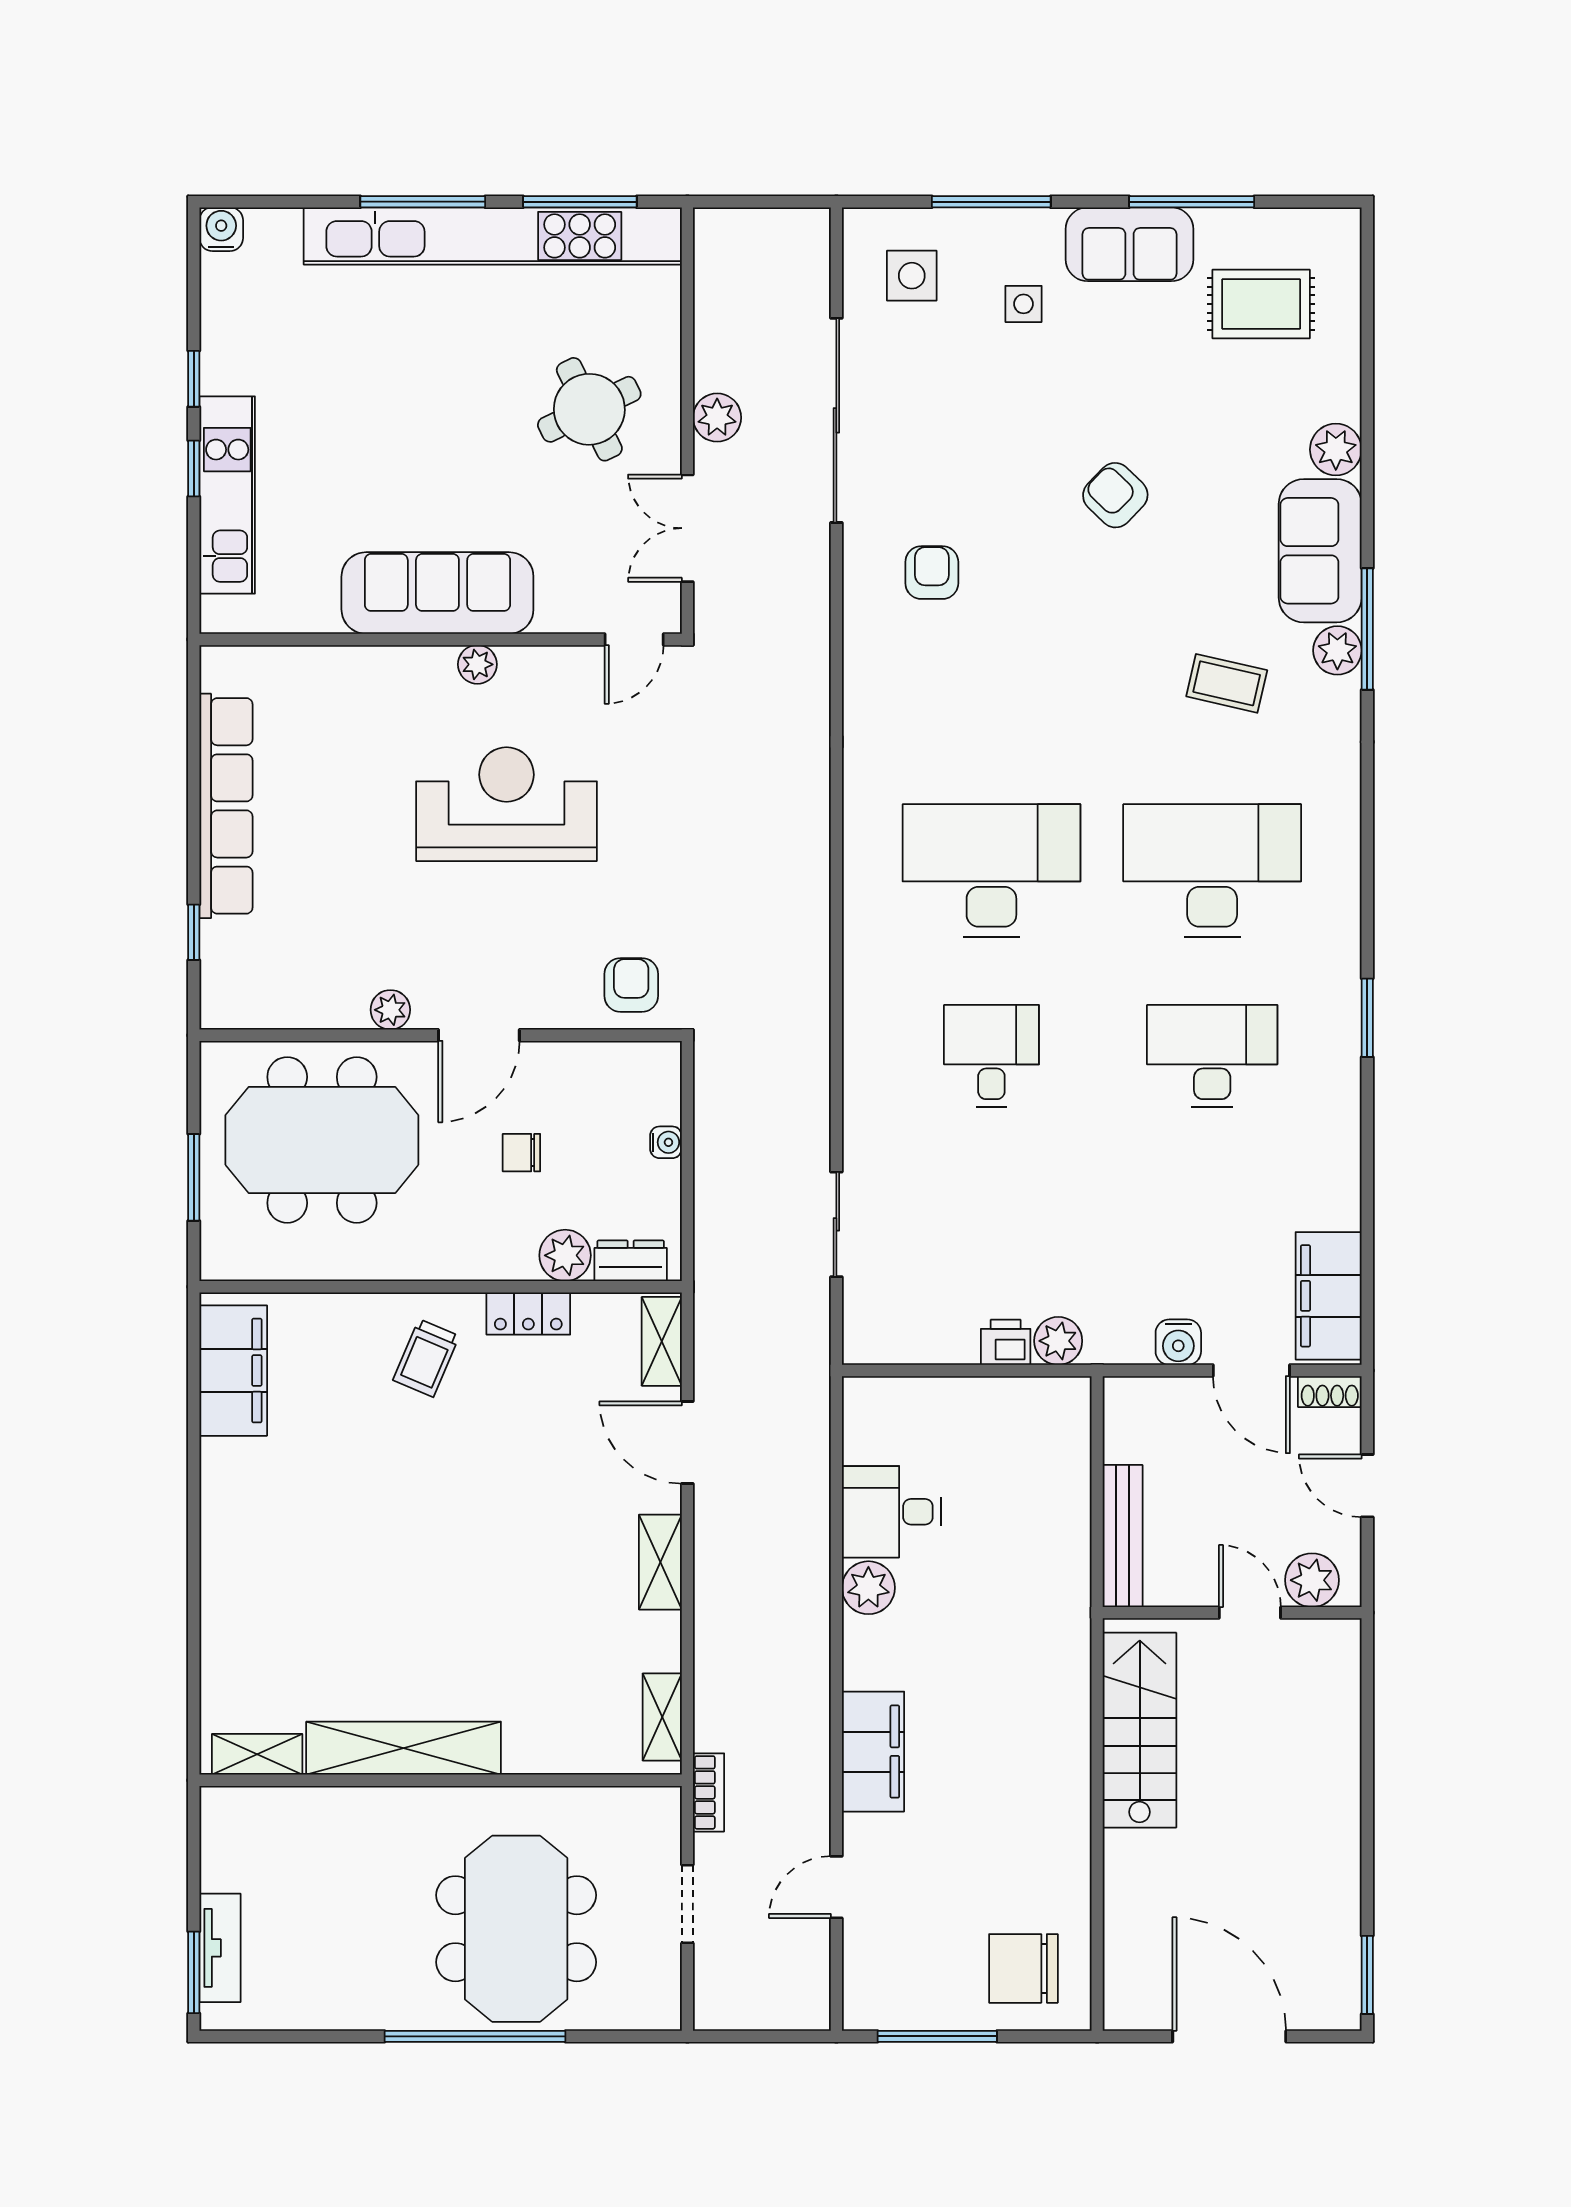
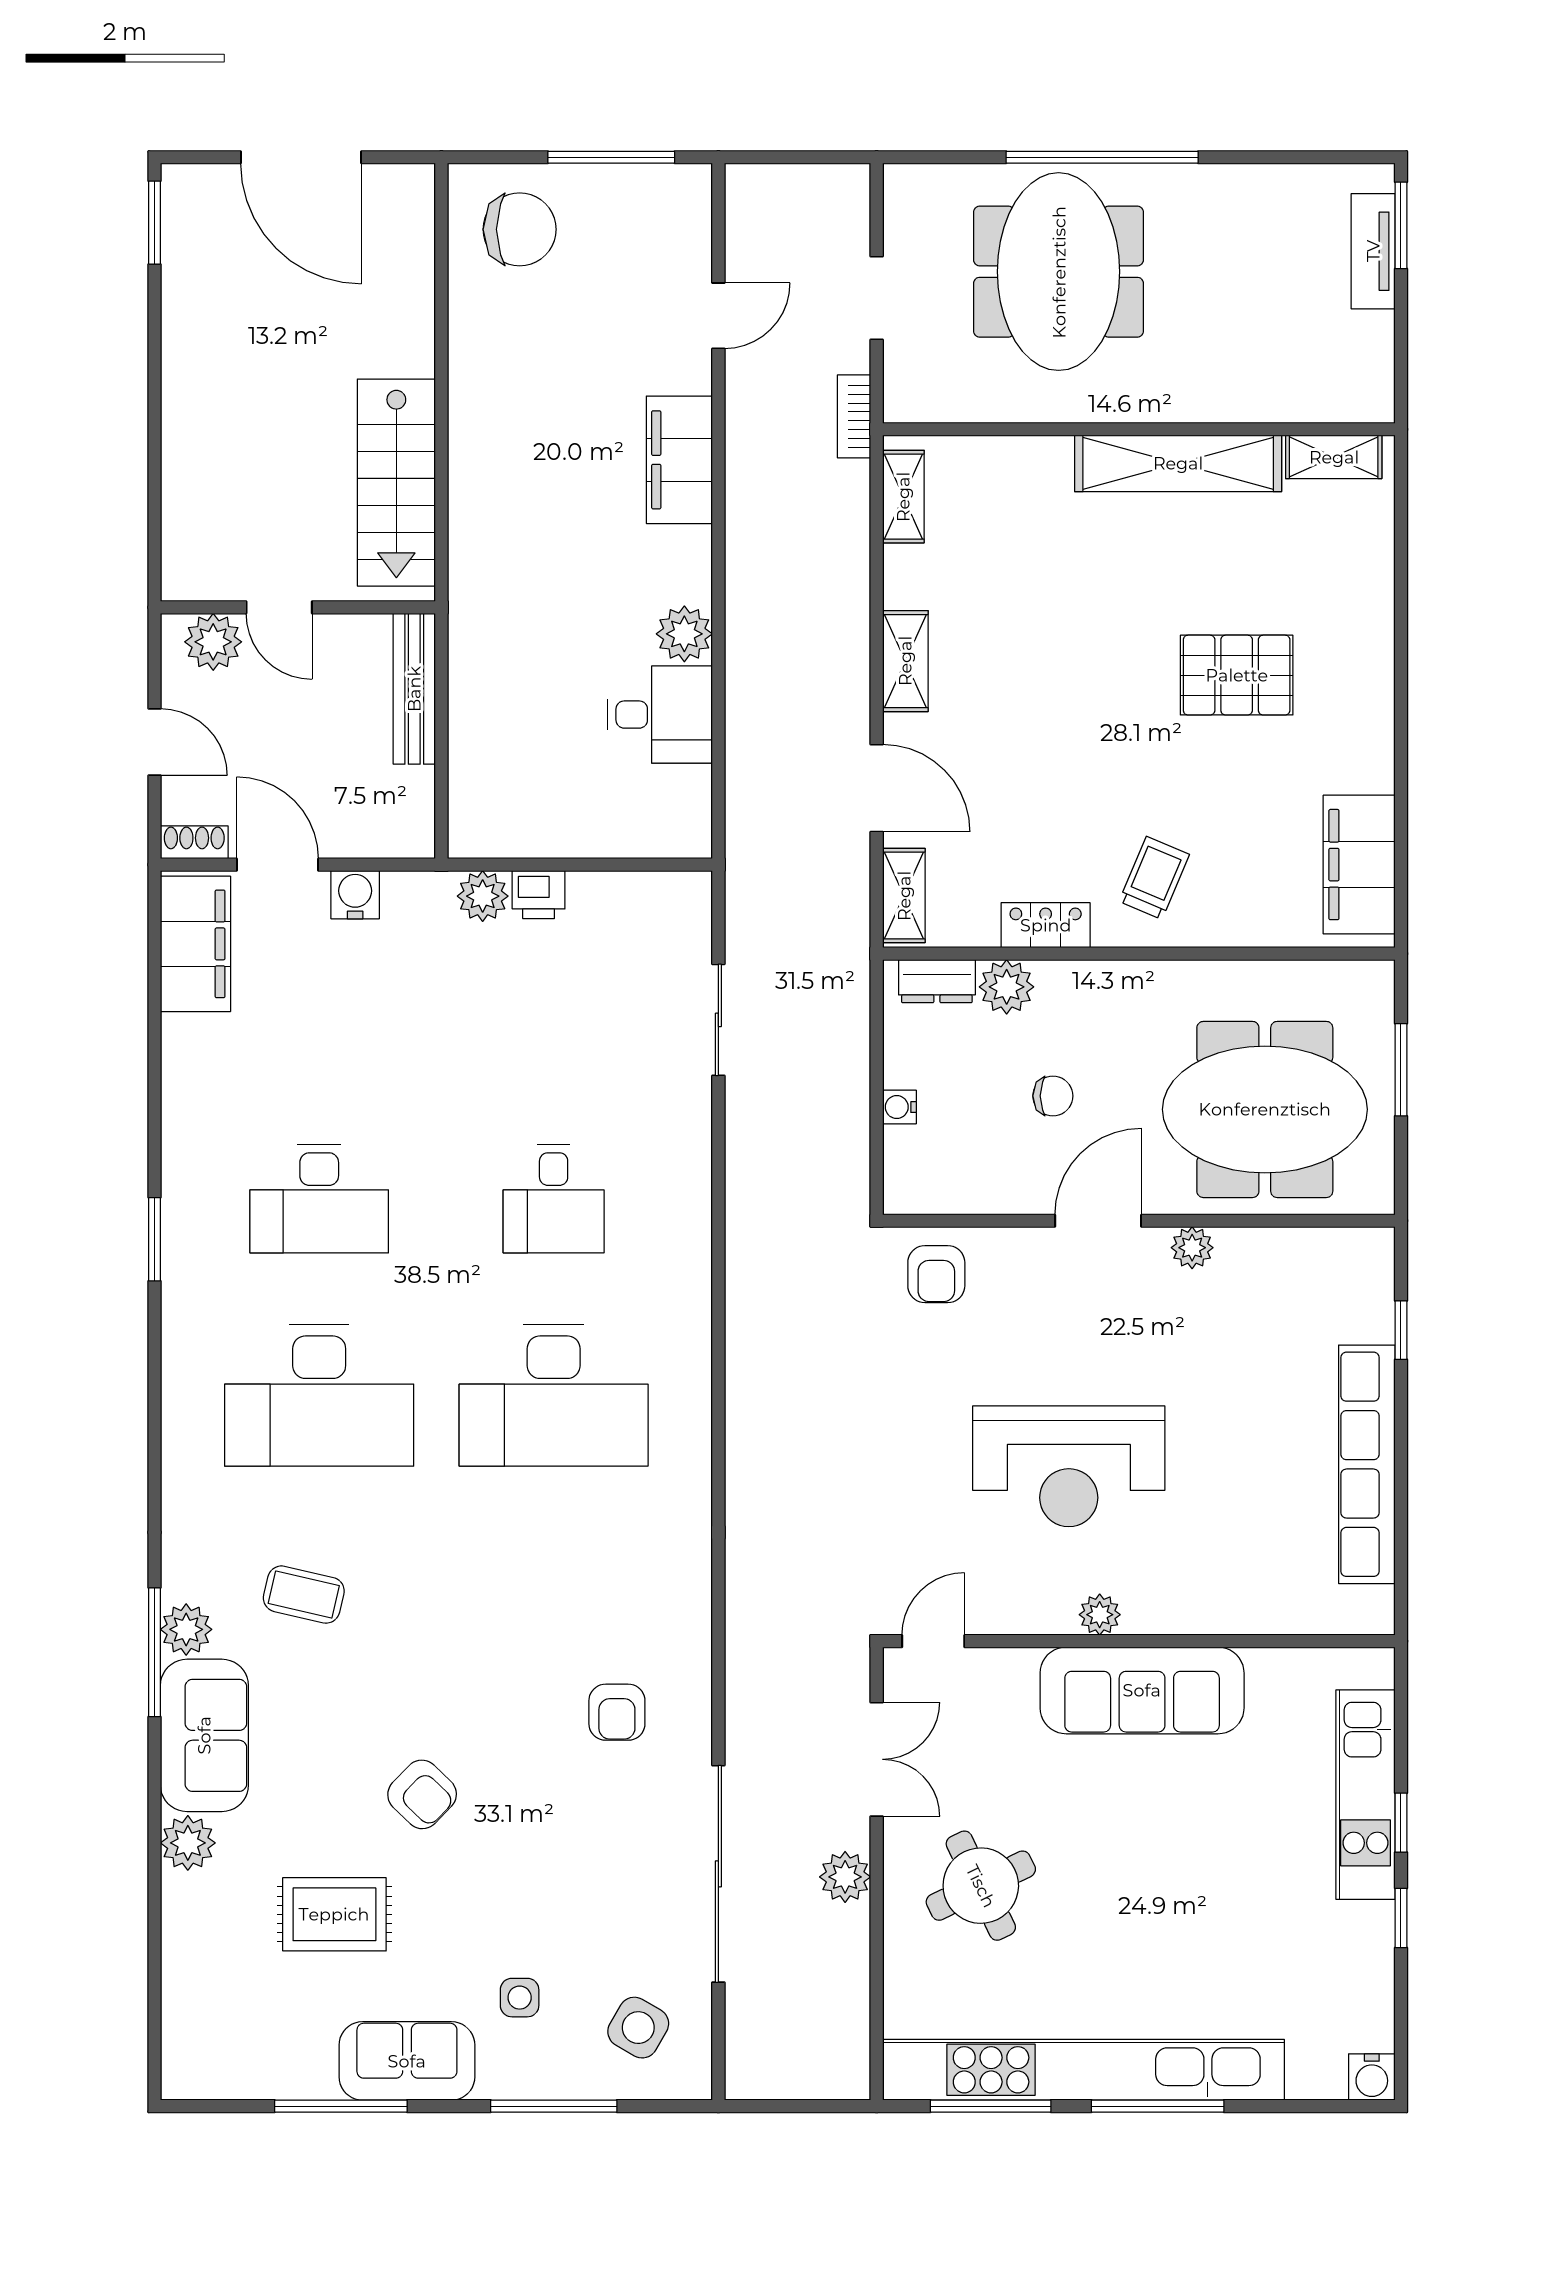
side table: (912, 276) -> (638, 2028), turned 30
rug: (1261, 304) -> (334, 1914), moved
pallet: (349, 1549) -> (1237, 675), added

